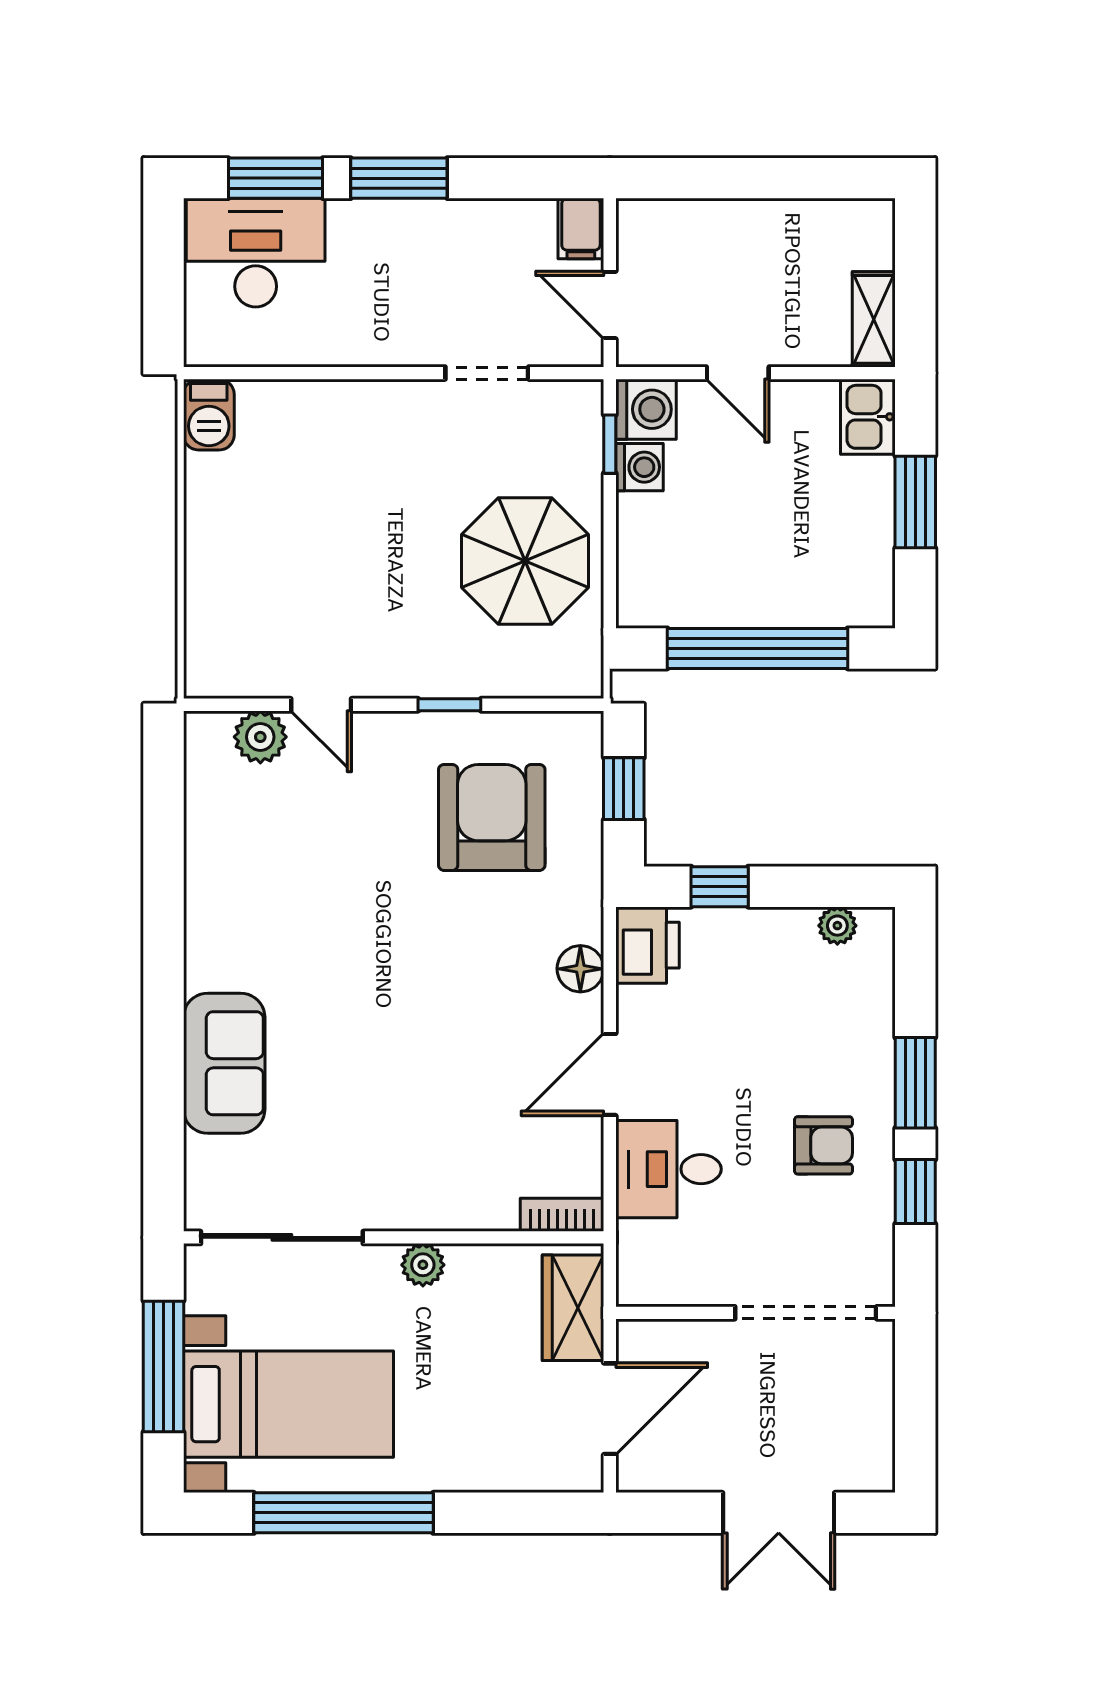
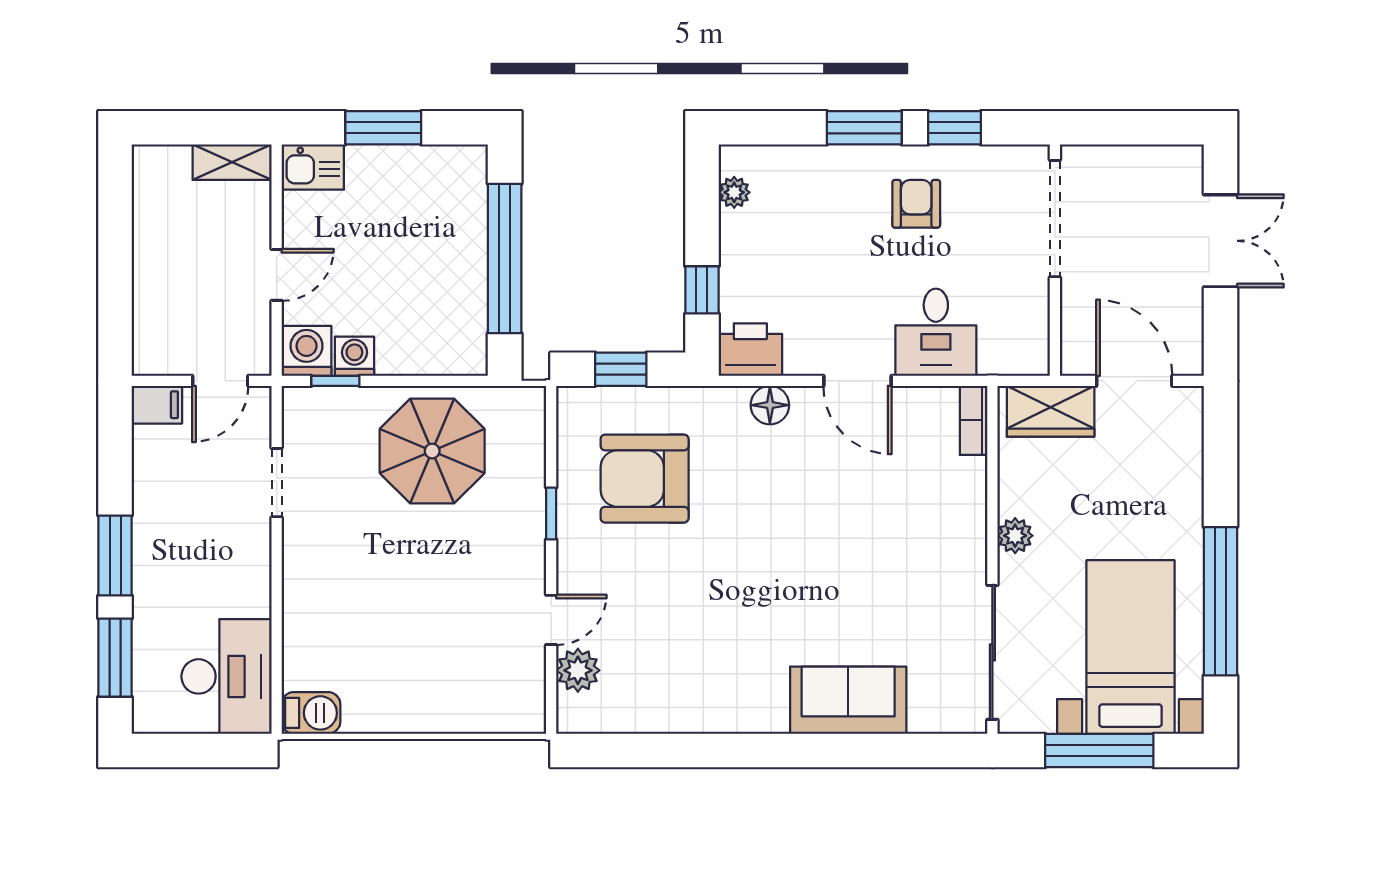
desk: (256, 253) -> (226, 676), moved, turned 180

